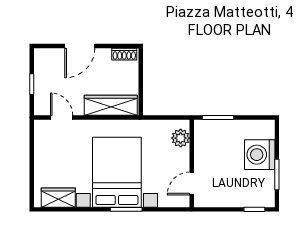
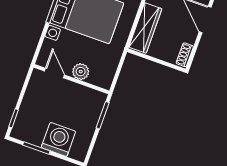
plant: (181, 138) -> (81, 72), moved

